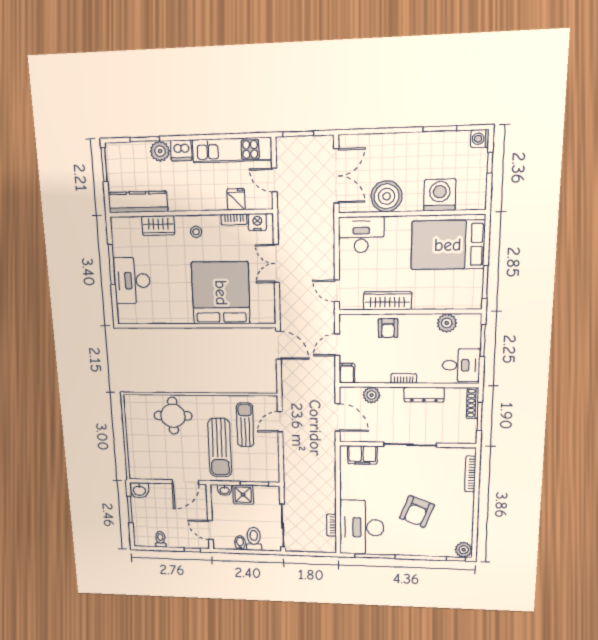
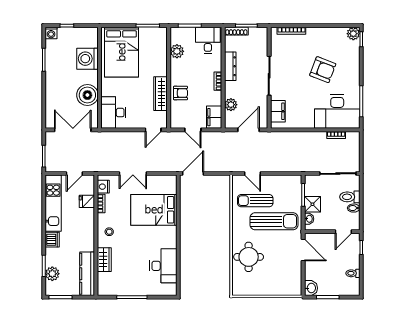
plant: (160, 151) -> (52, 274), moved
desk: (132, 281) -> (163, 266), moved, turned -90
bed: (221, 293) -> (154, 210), width x0.73
filing cabinet: (347, 373) -> (214, 117), width x2.00

